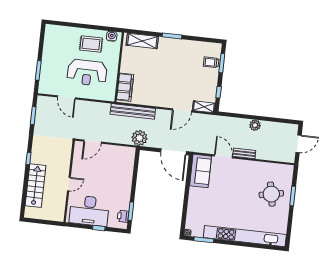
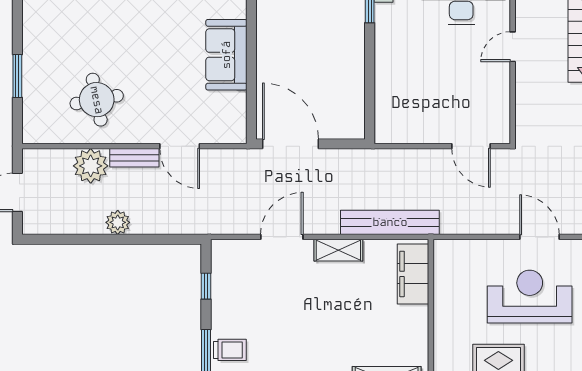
reception desk: (87, 73) -> (530, 297), moved
shelving: (204, 107) -> (338, 250), moved
plant: (139, 138) -> (91, 166), moved
door: (93, 142) -> (471, 146), swing flipped
sofa: (200, 171) -> (226, 55), moved
round table: (271, 194) -> (97, 100), moved

